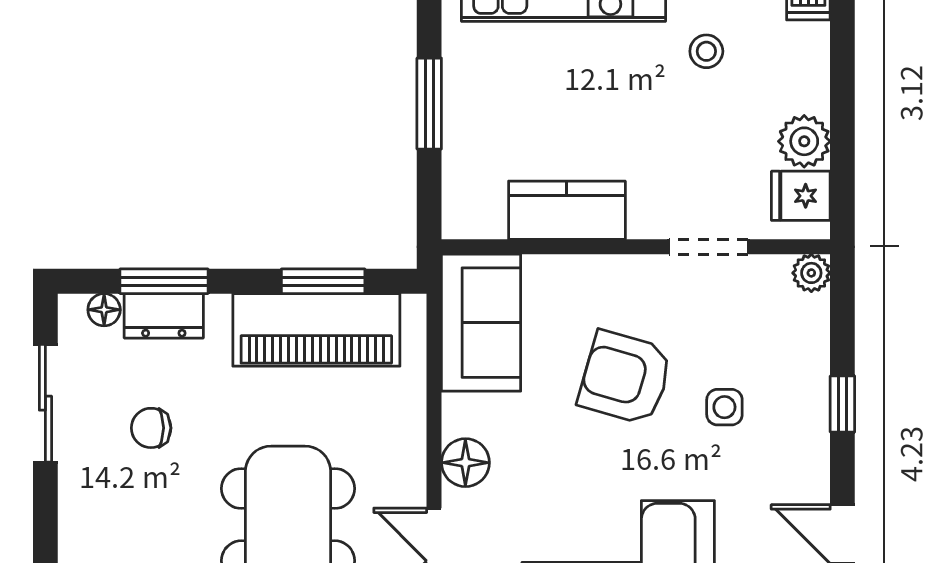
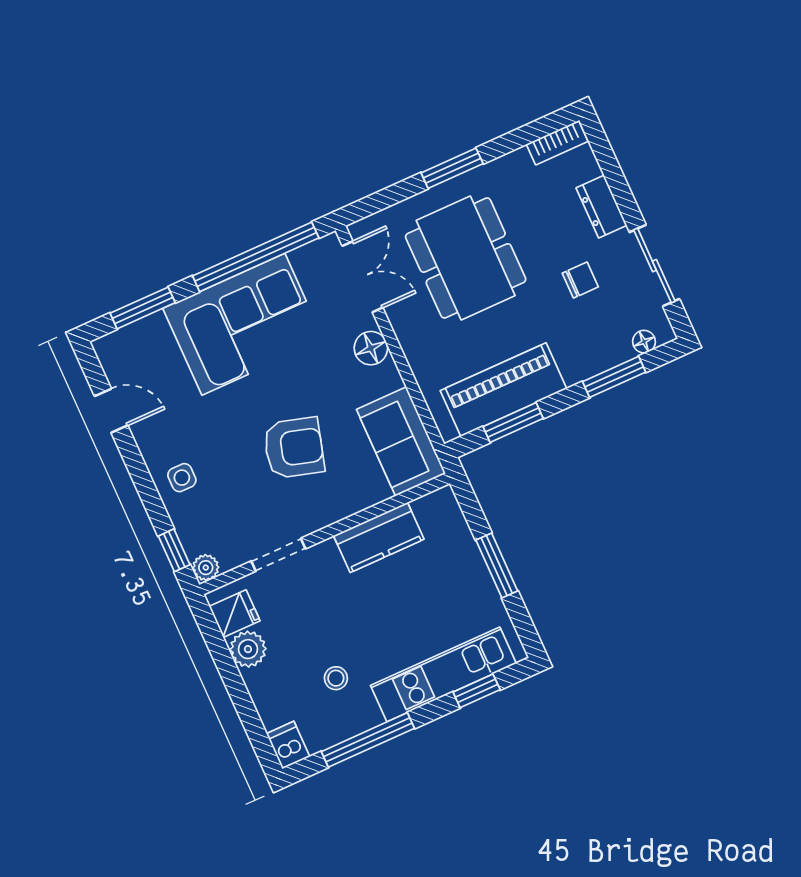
dresser: (164, 316) -> (601, 207), moved, turned -90
window: (842, 404) -> (174, 550), moved
side table: (724, 407) -> (182, 478), moved

